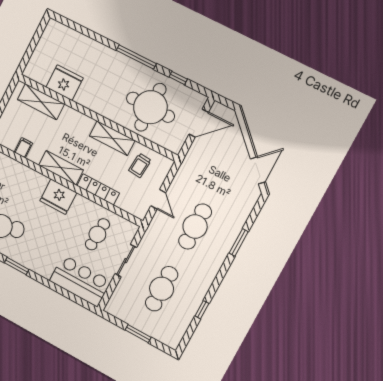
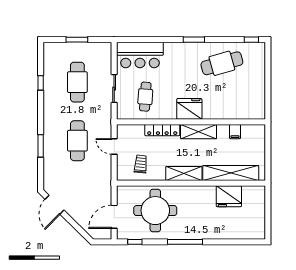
window: (178, 78) -> (135, 242), moved
shelving: (41, 102) -> (231, 173), width x1.47
shelving: (112, 138) -> (184, 173), moved

